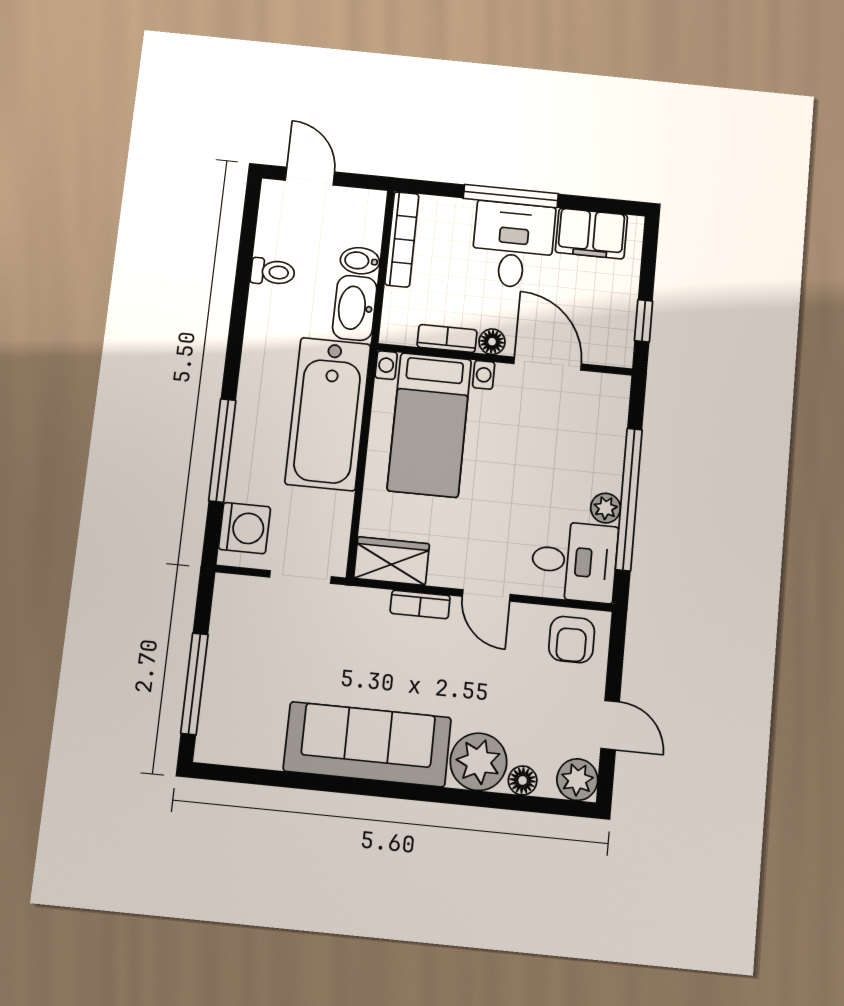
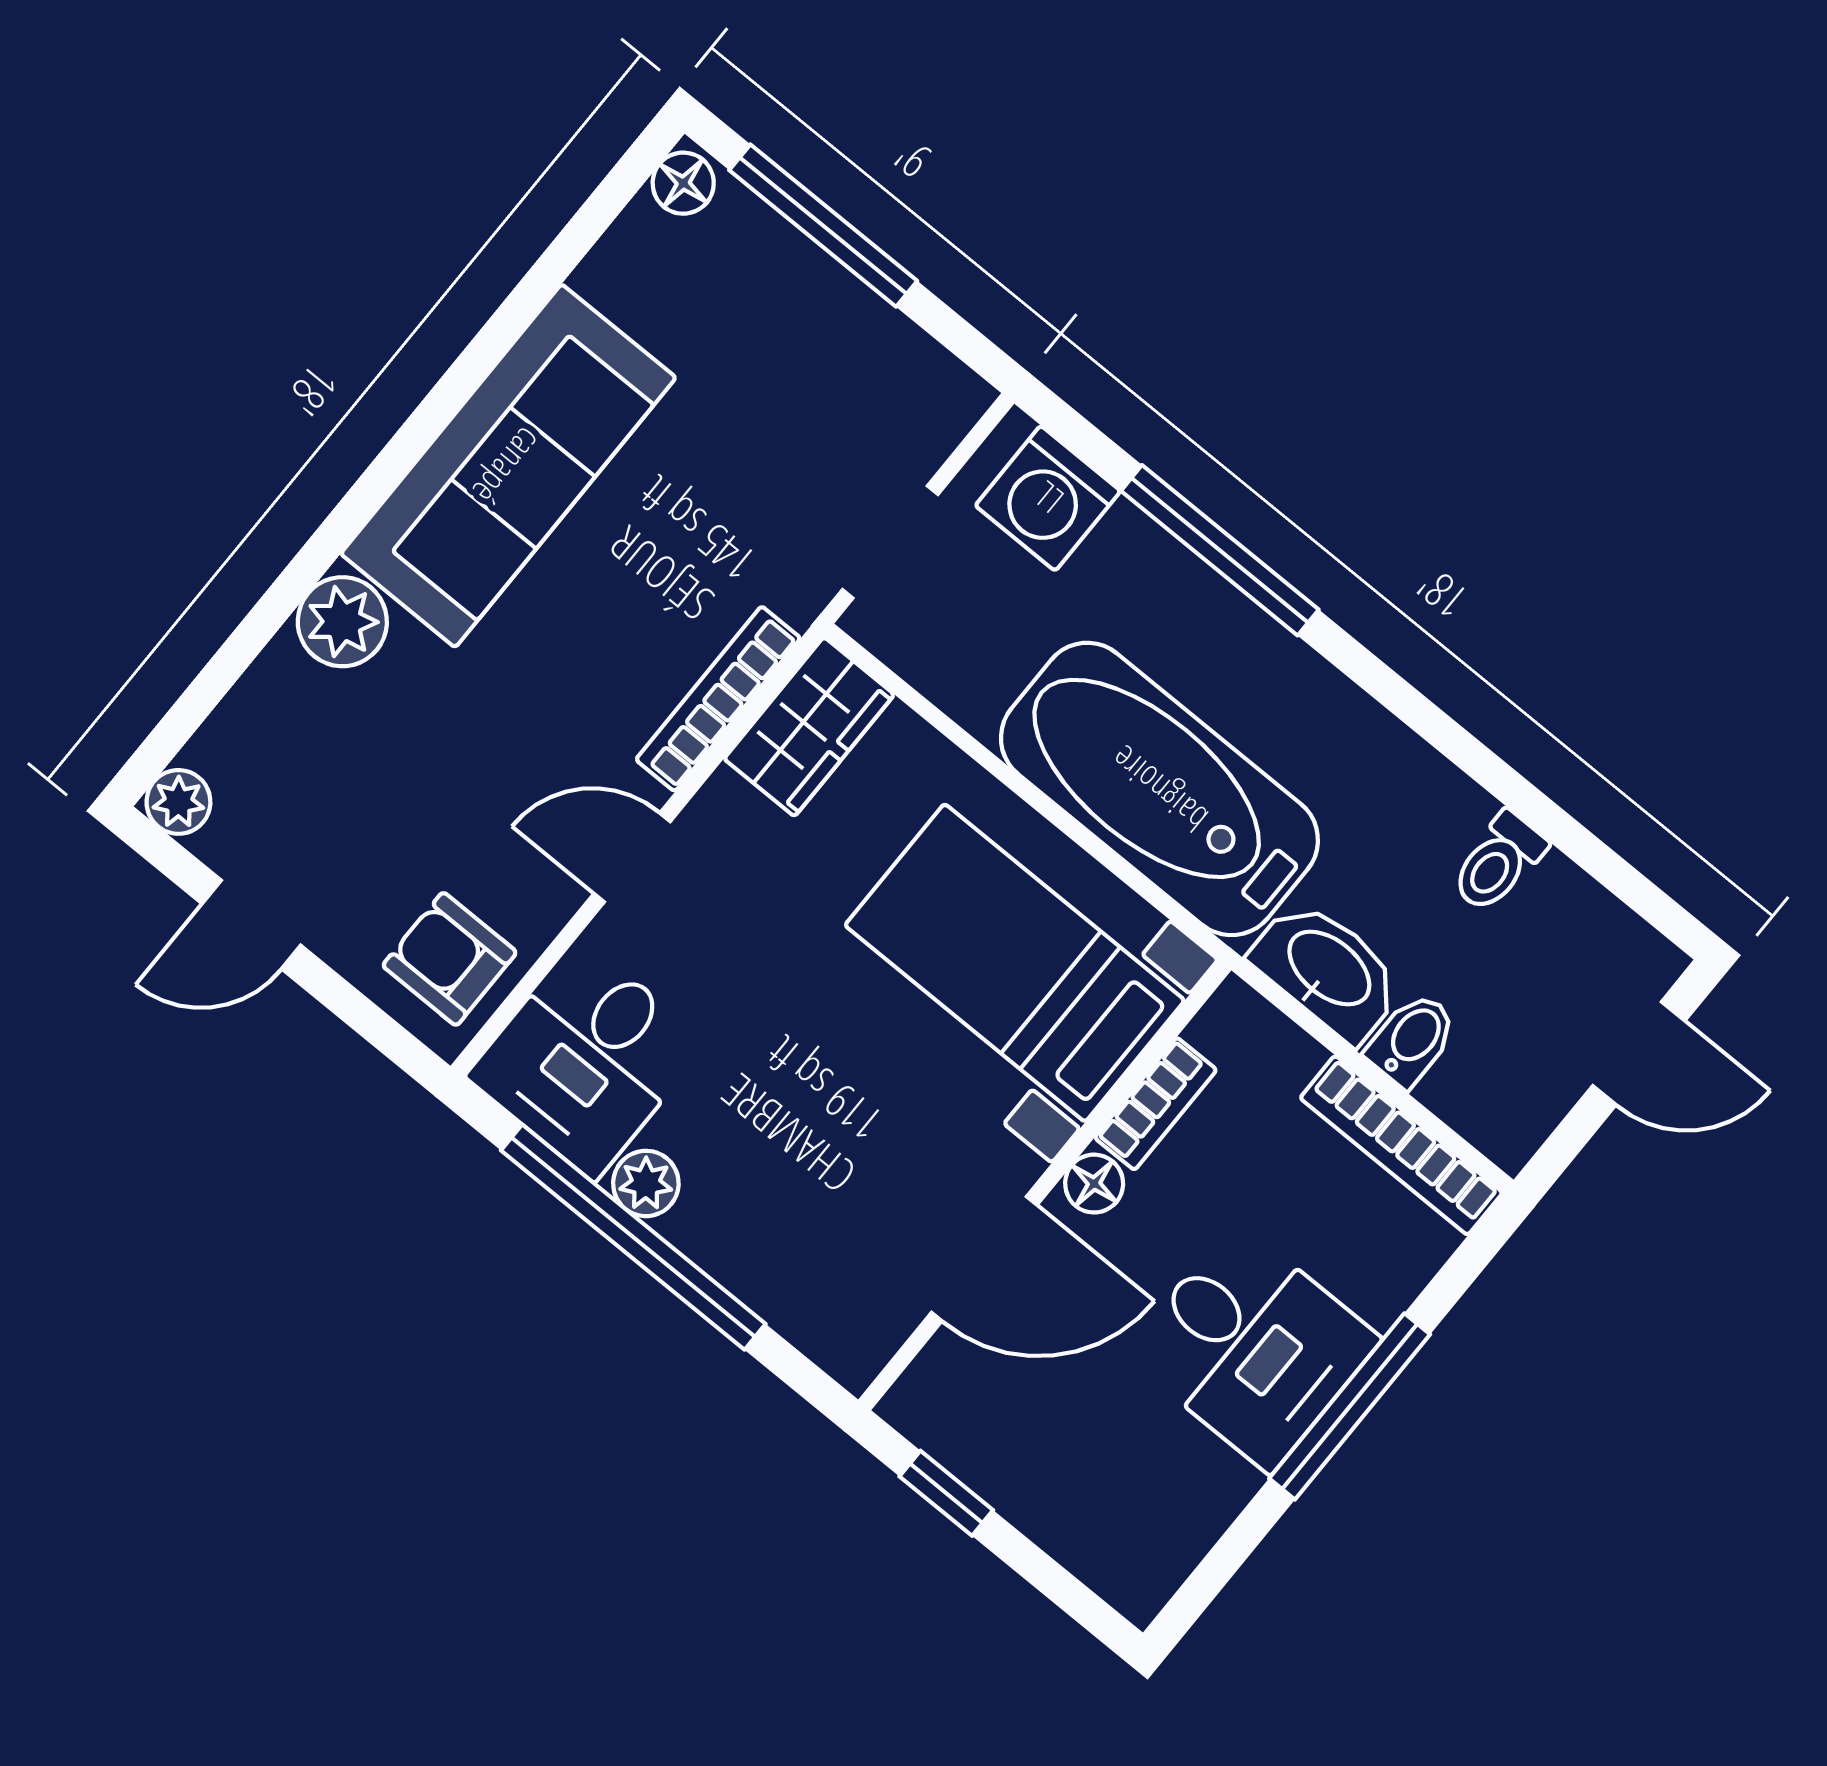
filing cabinet: (591, 234) -> (1177, 1509), removed
bookcase: (420, 604) -> (718, 699), width x1.56
plant: (479, 762) -> (342, 622), width x0.73, depth x0.73
floor lamp: (523, 780) -> (683, 183), moved
plant: (577, 780) -> (178, 802), width x0.73, depth x0.73

